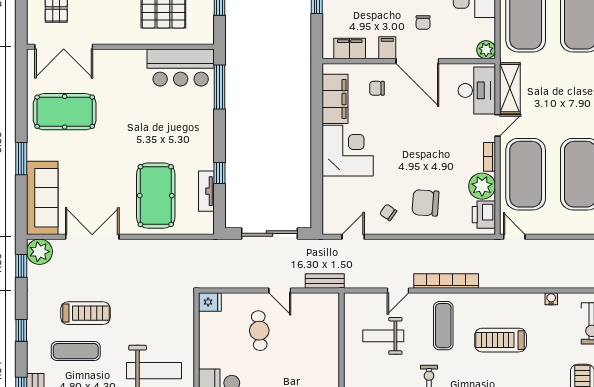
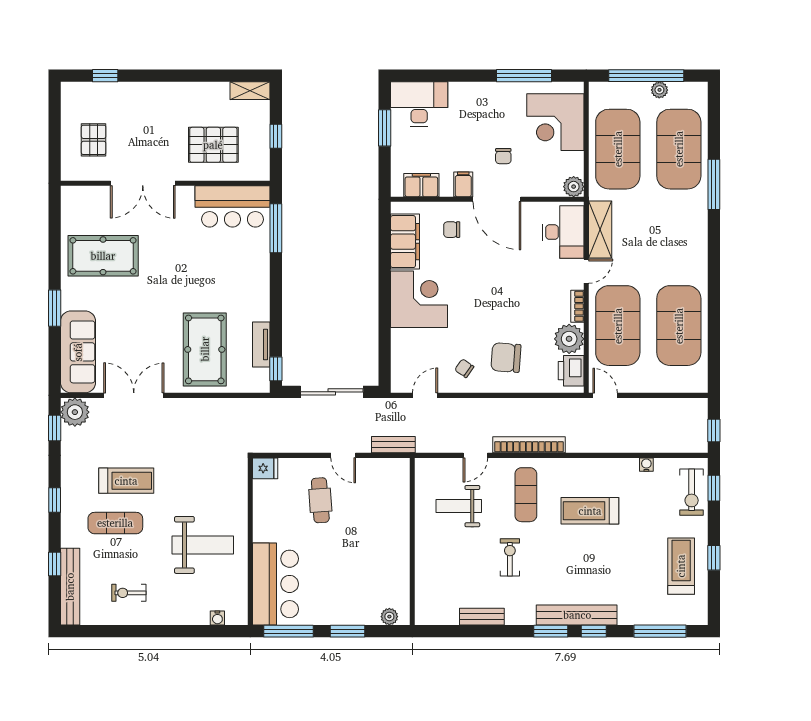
double door: (64, 47) -> (143, 183), moved
window: (219, 173) -> (276, 369), moved

